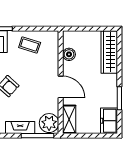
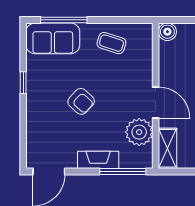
boiler: (69, 54) -> (167, 32), moved
plant: (49, 123) -> (139, 132), moved

